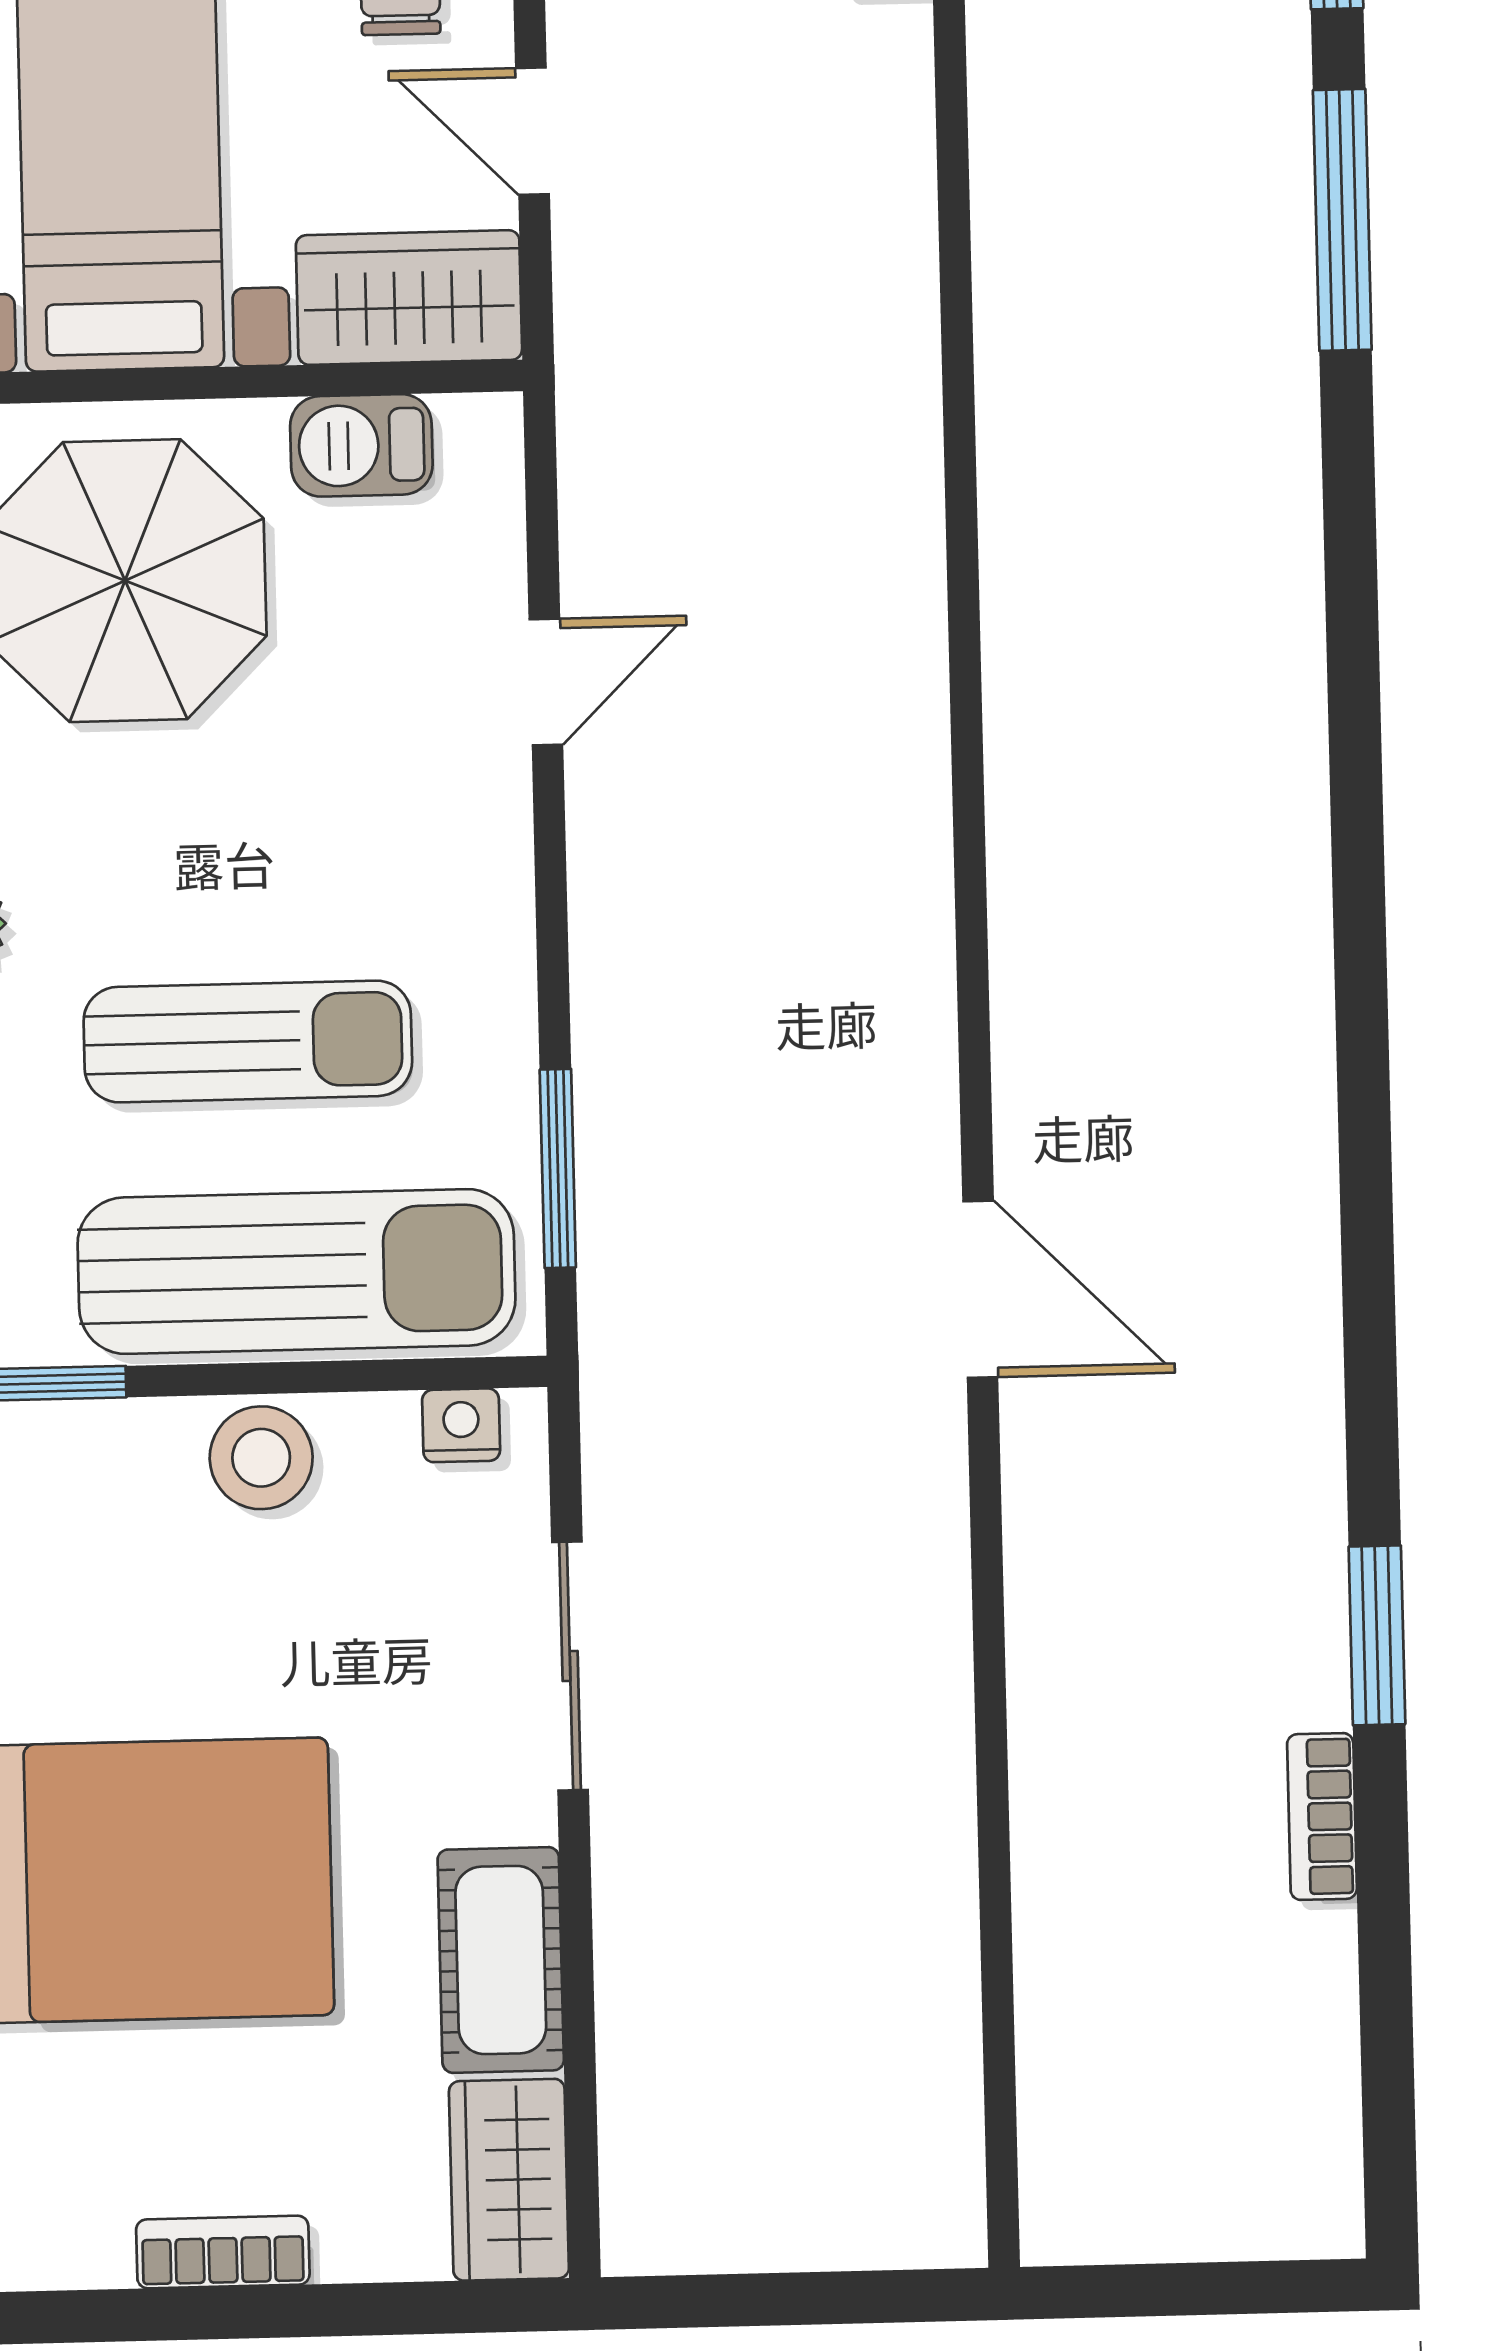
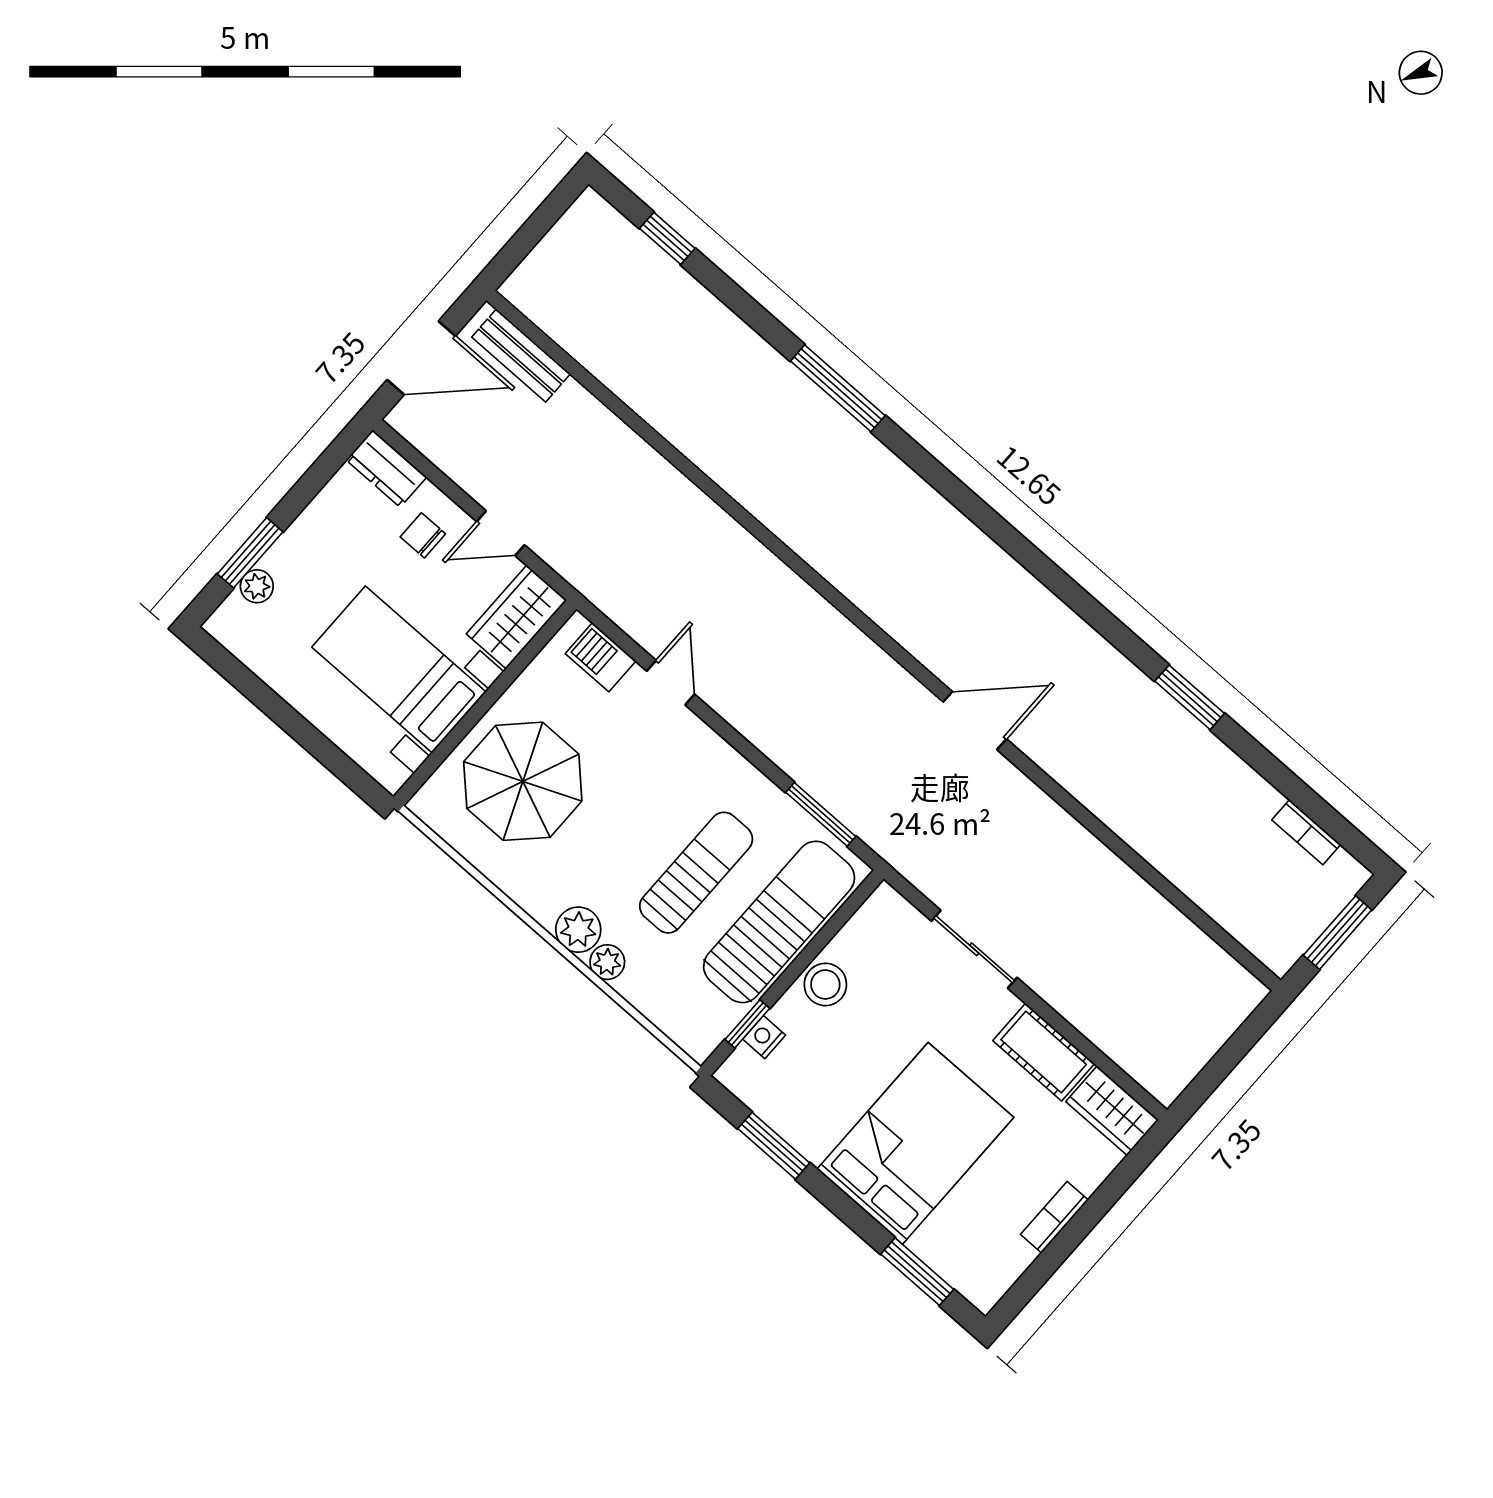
window: (1342, 220) -> (838, 388), moved
barbecue: (361, 445) -> (601, 657), moved, turned 90
nightstand: (461, 1425) -> (764, 1037), moved
bookcase: (1322, 1816) -> (1306, 832), moved
window: (1200, 2289) -> (1338, 933), added

